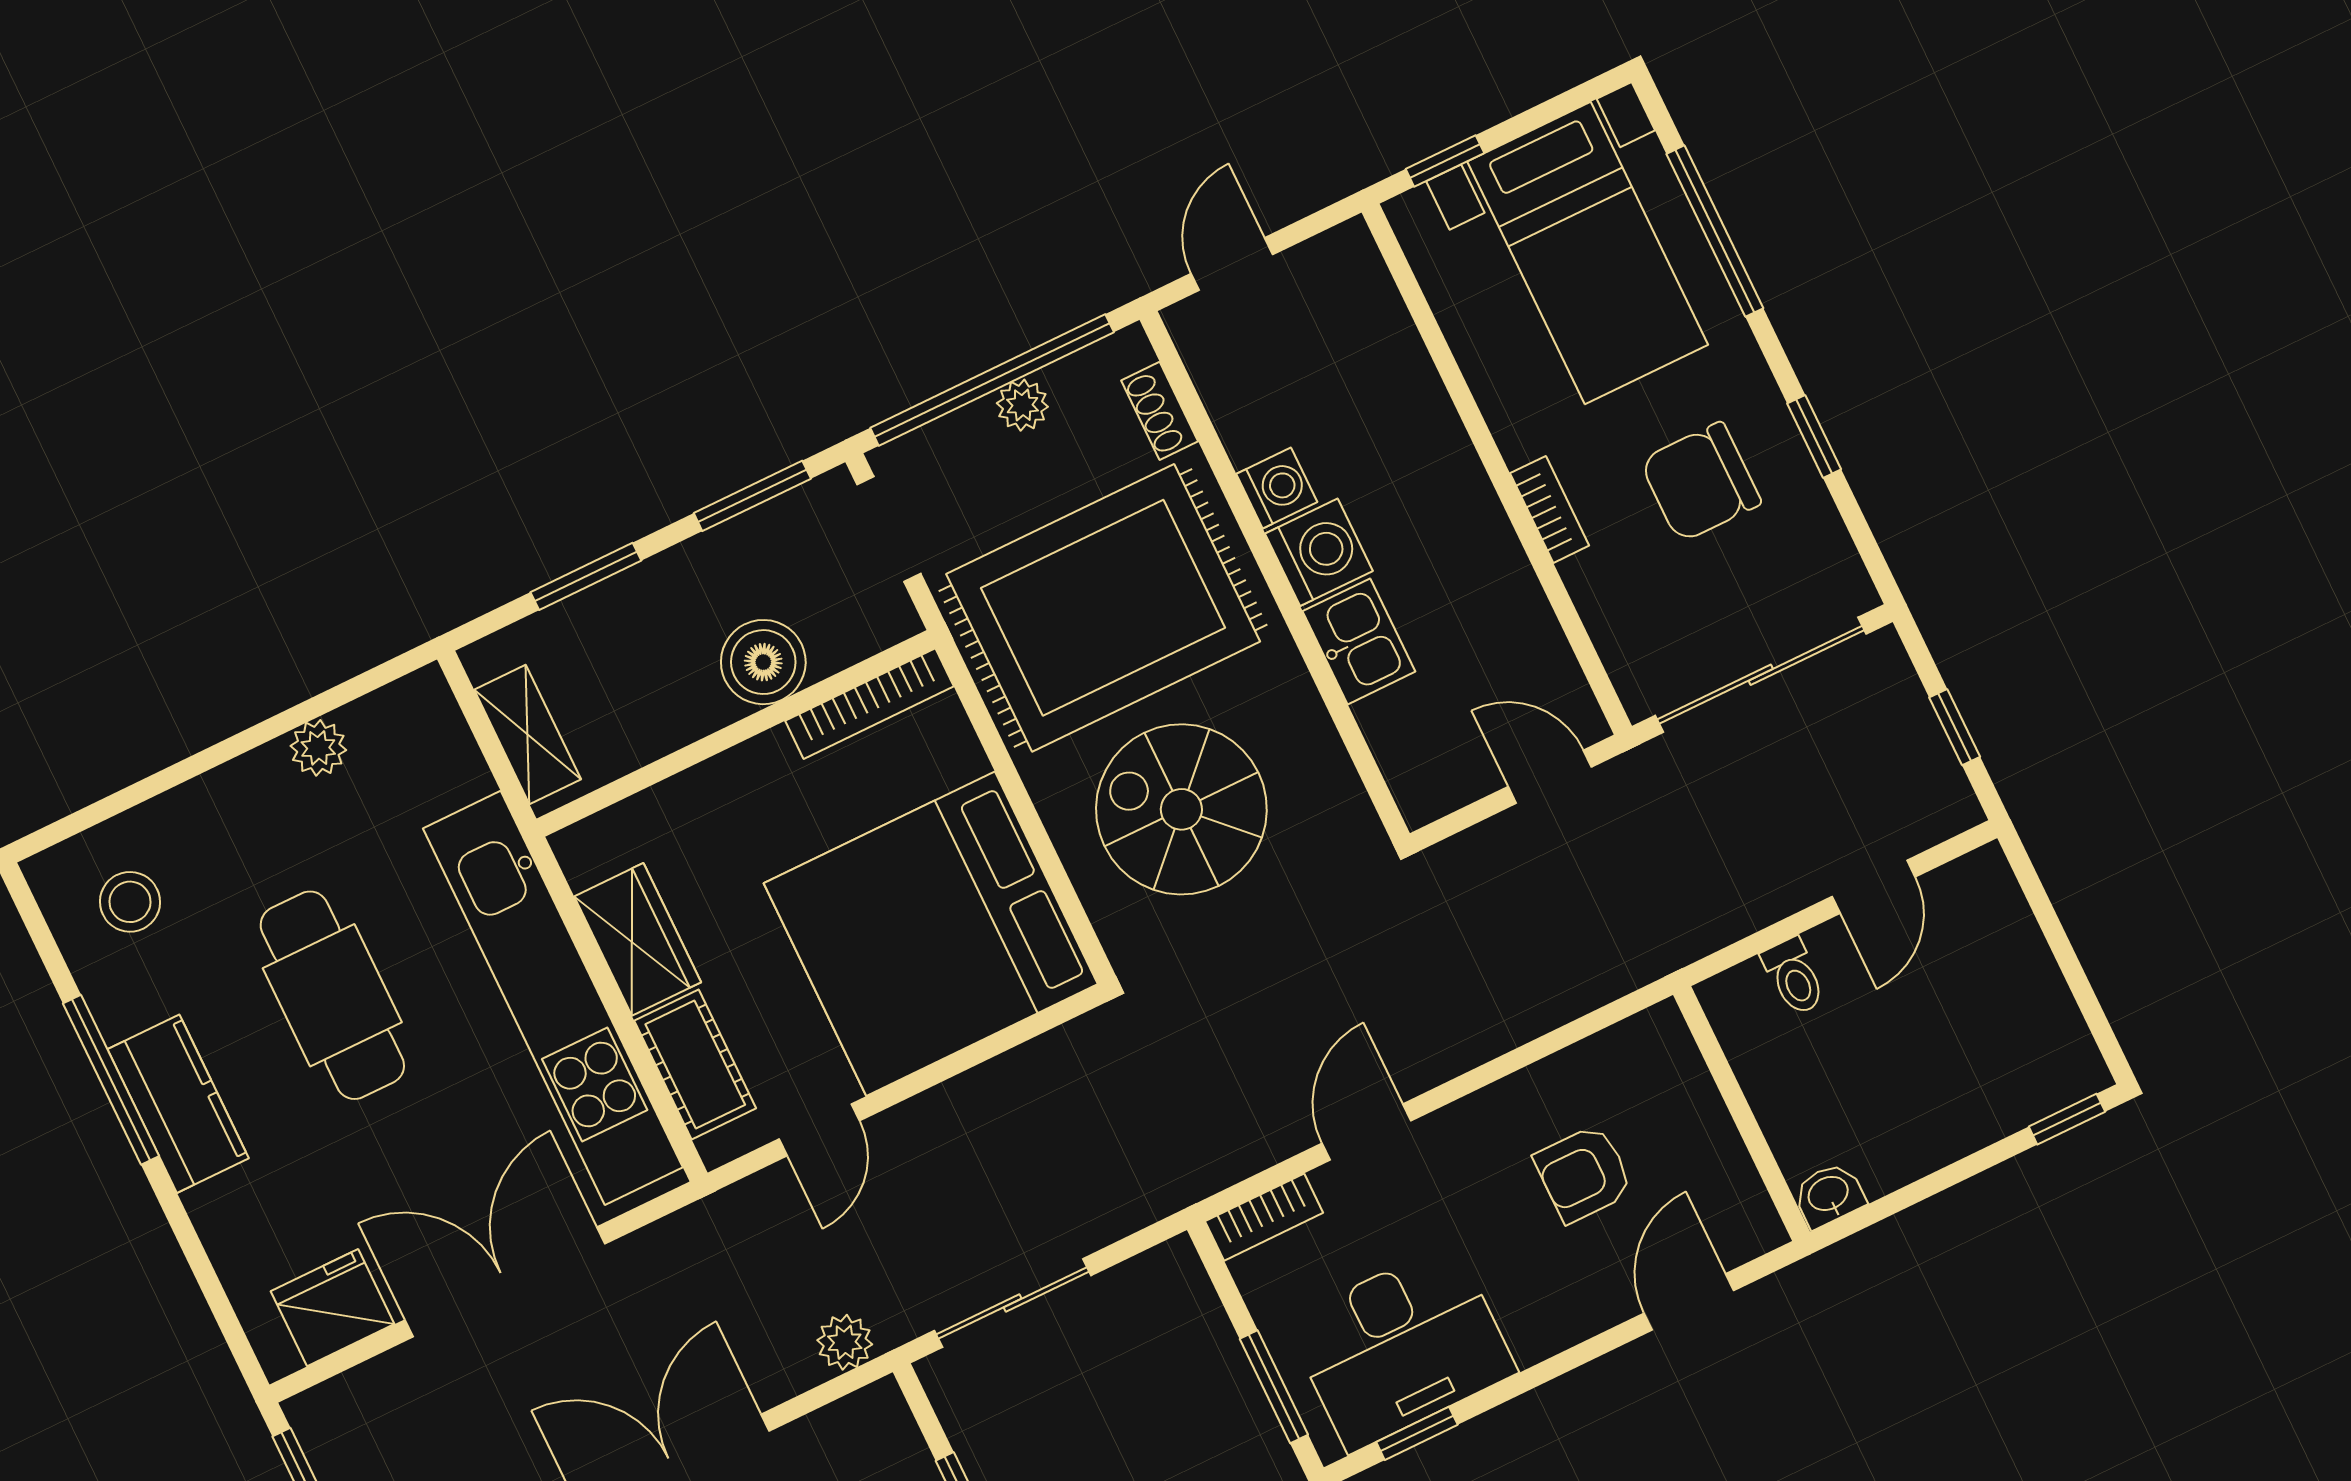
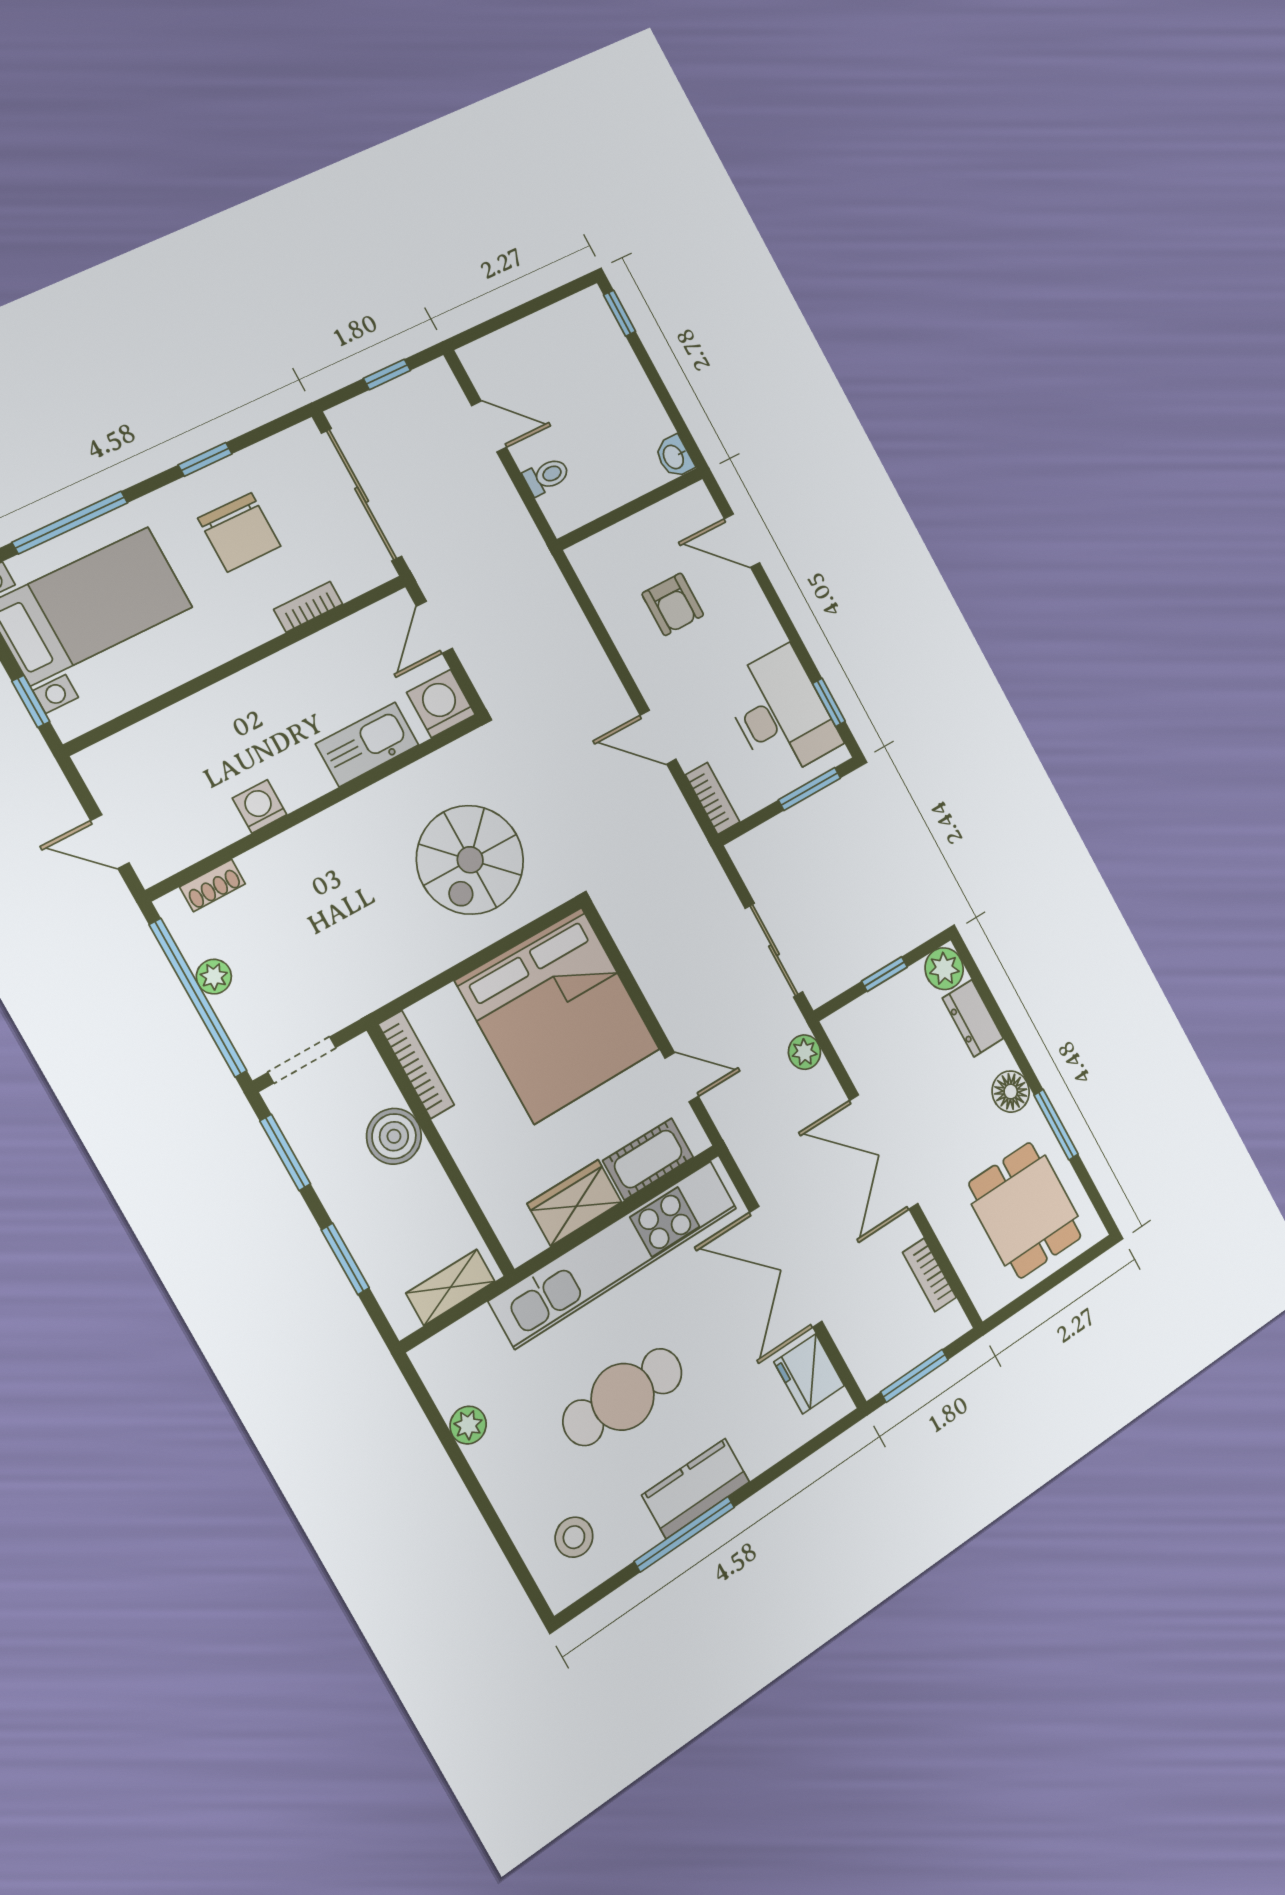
bookcase: (1550, 509) -> (308, 607), moved
washing machine: (1319, 552) -> (441, 704), moved
rug: (1103, 608) -> (345, 916), removed
kitchen sink: (1359, 641) -> (367, 744), width x1.38

